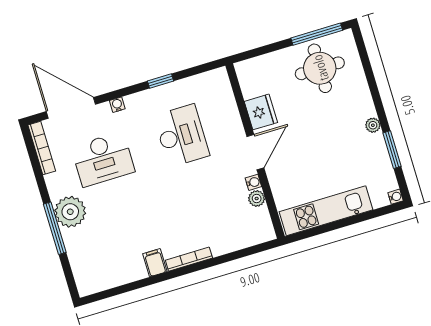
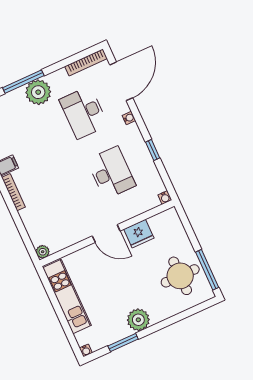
plant: (373, 125) -> (138, 320), width x1.87, depth x1.87
desk: (182, 136) -> (111, 173), turned -90
water cooler: (253, 182) -> (165, 197), moved
plant: (257, 198) -> (43, 252), moved

